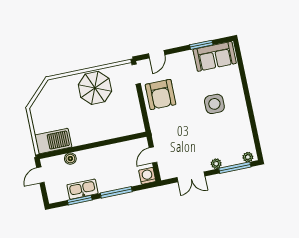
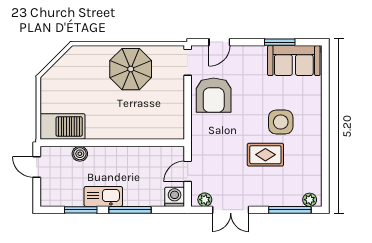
rug: (208, 131) -> (265, 155), added
plant: (216, 164) -> (205, 200), moved
door: (40, 175) -> (37, 167), hinge flipped
kitchen sink: (82, 189) -> (103, 196), moved

